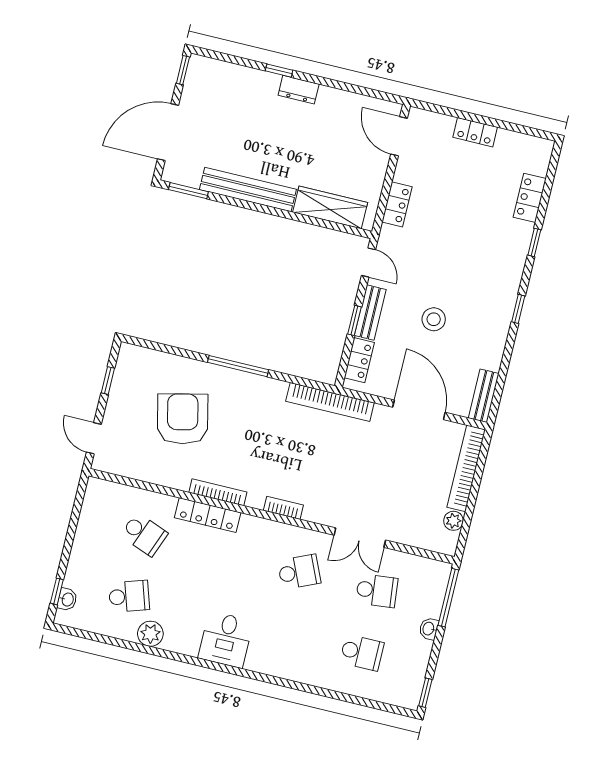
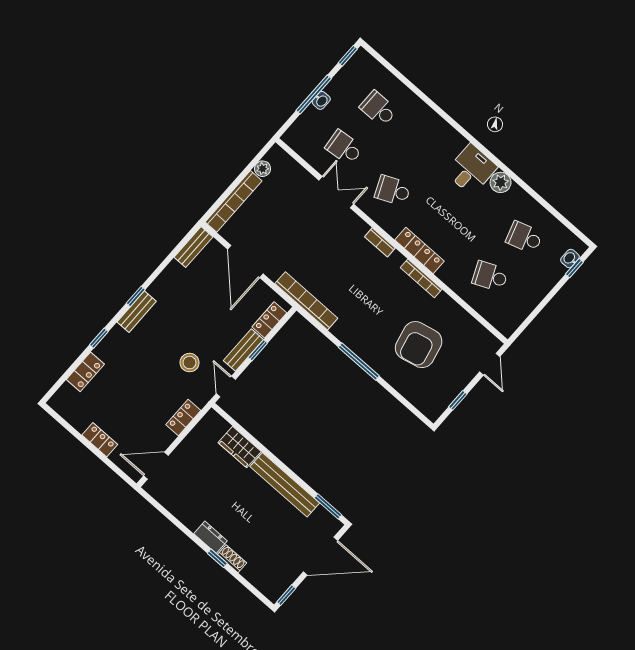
shoe rack: (263, 79) -> (232, 559), added
door: (399, 136) -> (156, 466), swing flipped
wardrobe: (330, 207) -> (240, 447), width x0.67
bench: (508, 293) -> (137, 312), added
stool: (434, 319) -> (190, 363), moved
locker: (208, 515) -> (420, 250), moved
school desk: (144, 534) -> (490, 276), turned -45
window: (448, 598) -> (314, 95), moved
plant: (150, 634) -> (501, 182), moved

